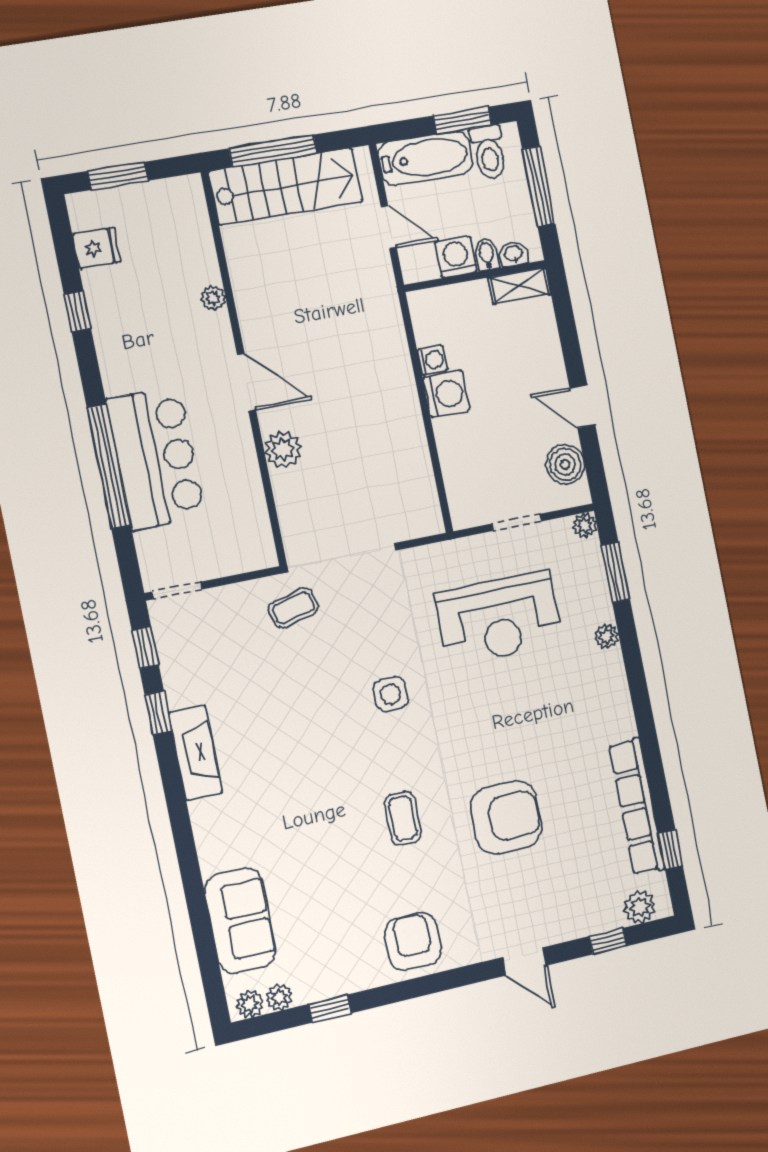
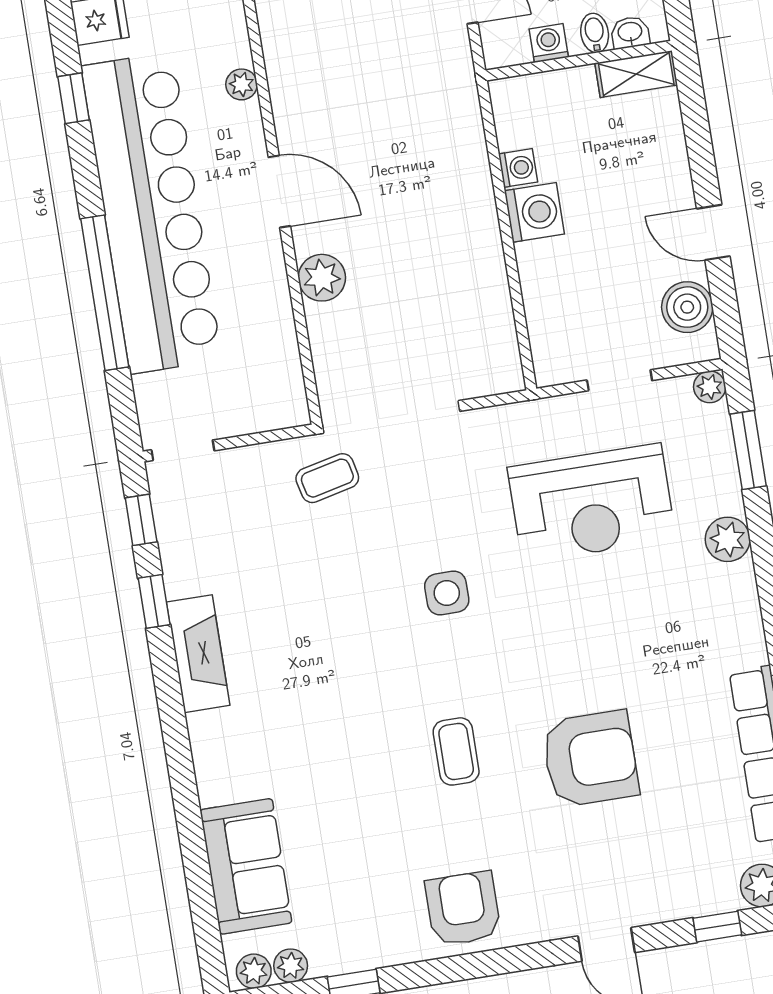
washing machine: (456, 257) -> (549, 43), width x0.73, depth x0.73
bar counter: (156, 458) -> (151, 213), width x1.86
plant: (606, 636) -> (728, 539), width x1.38, depth x1.38

